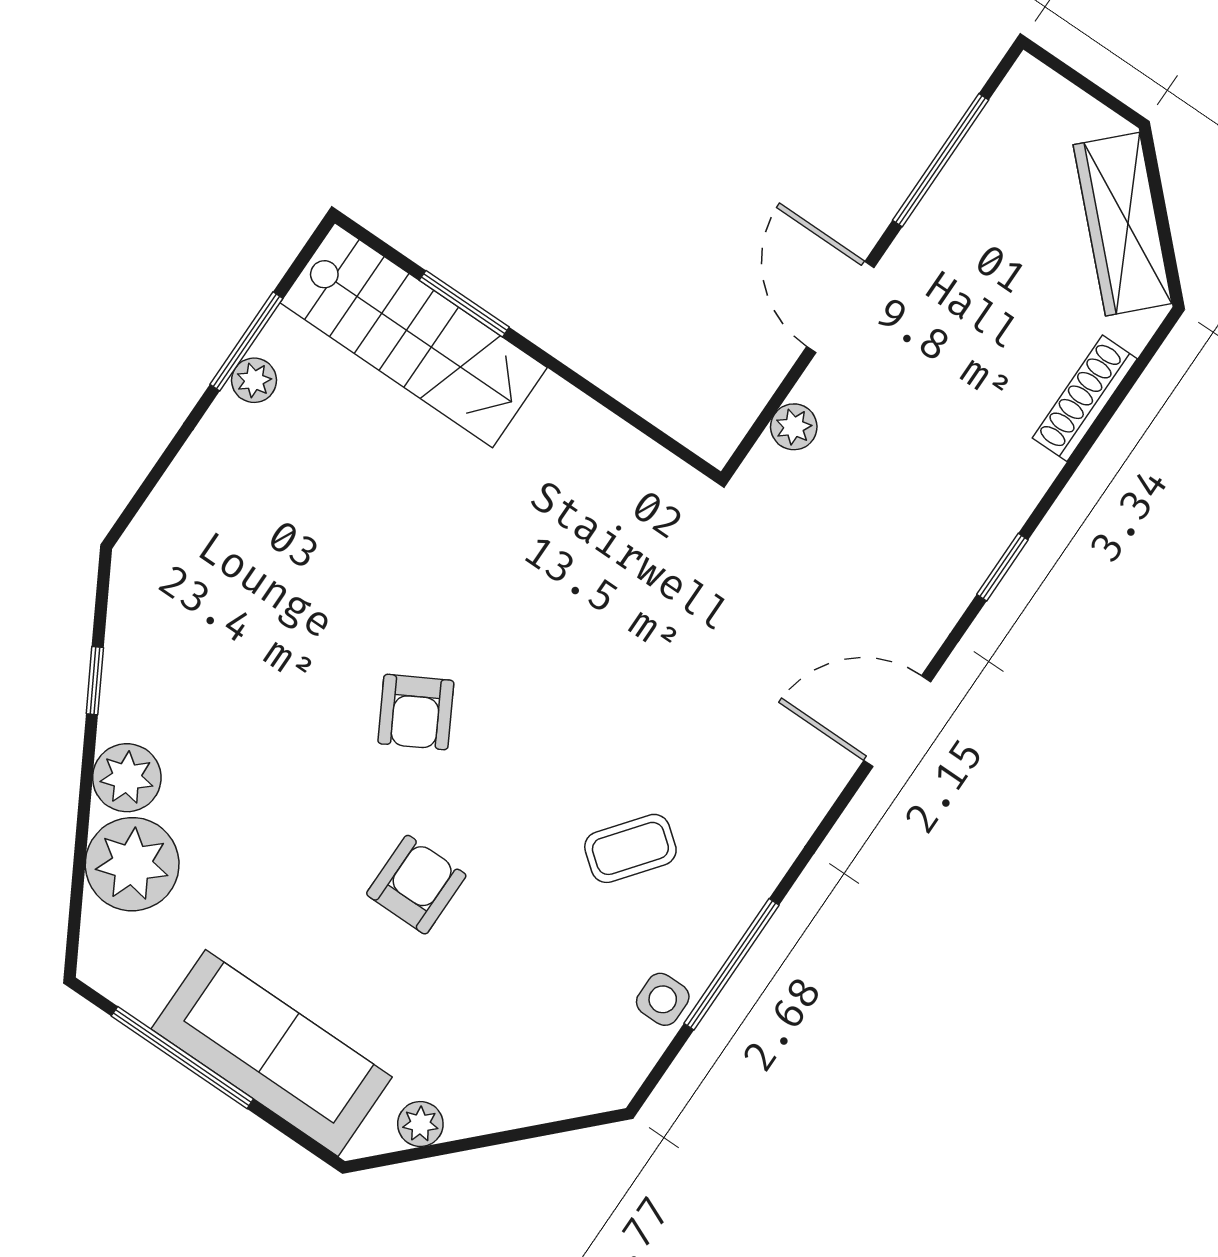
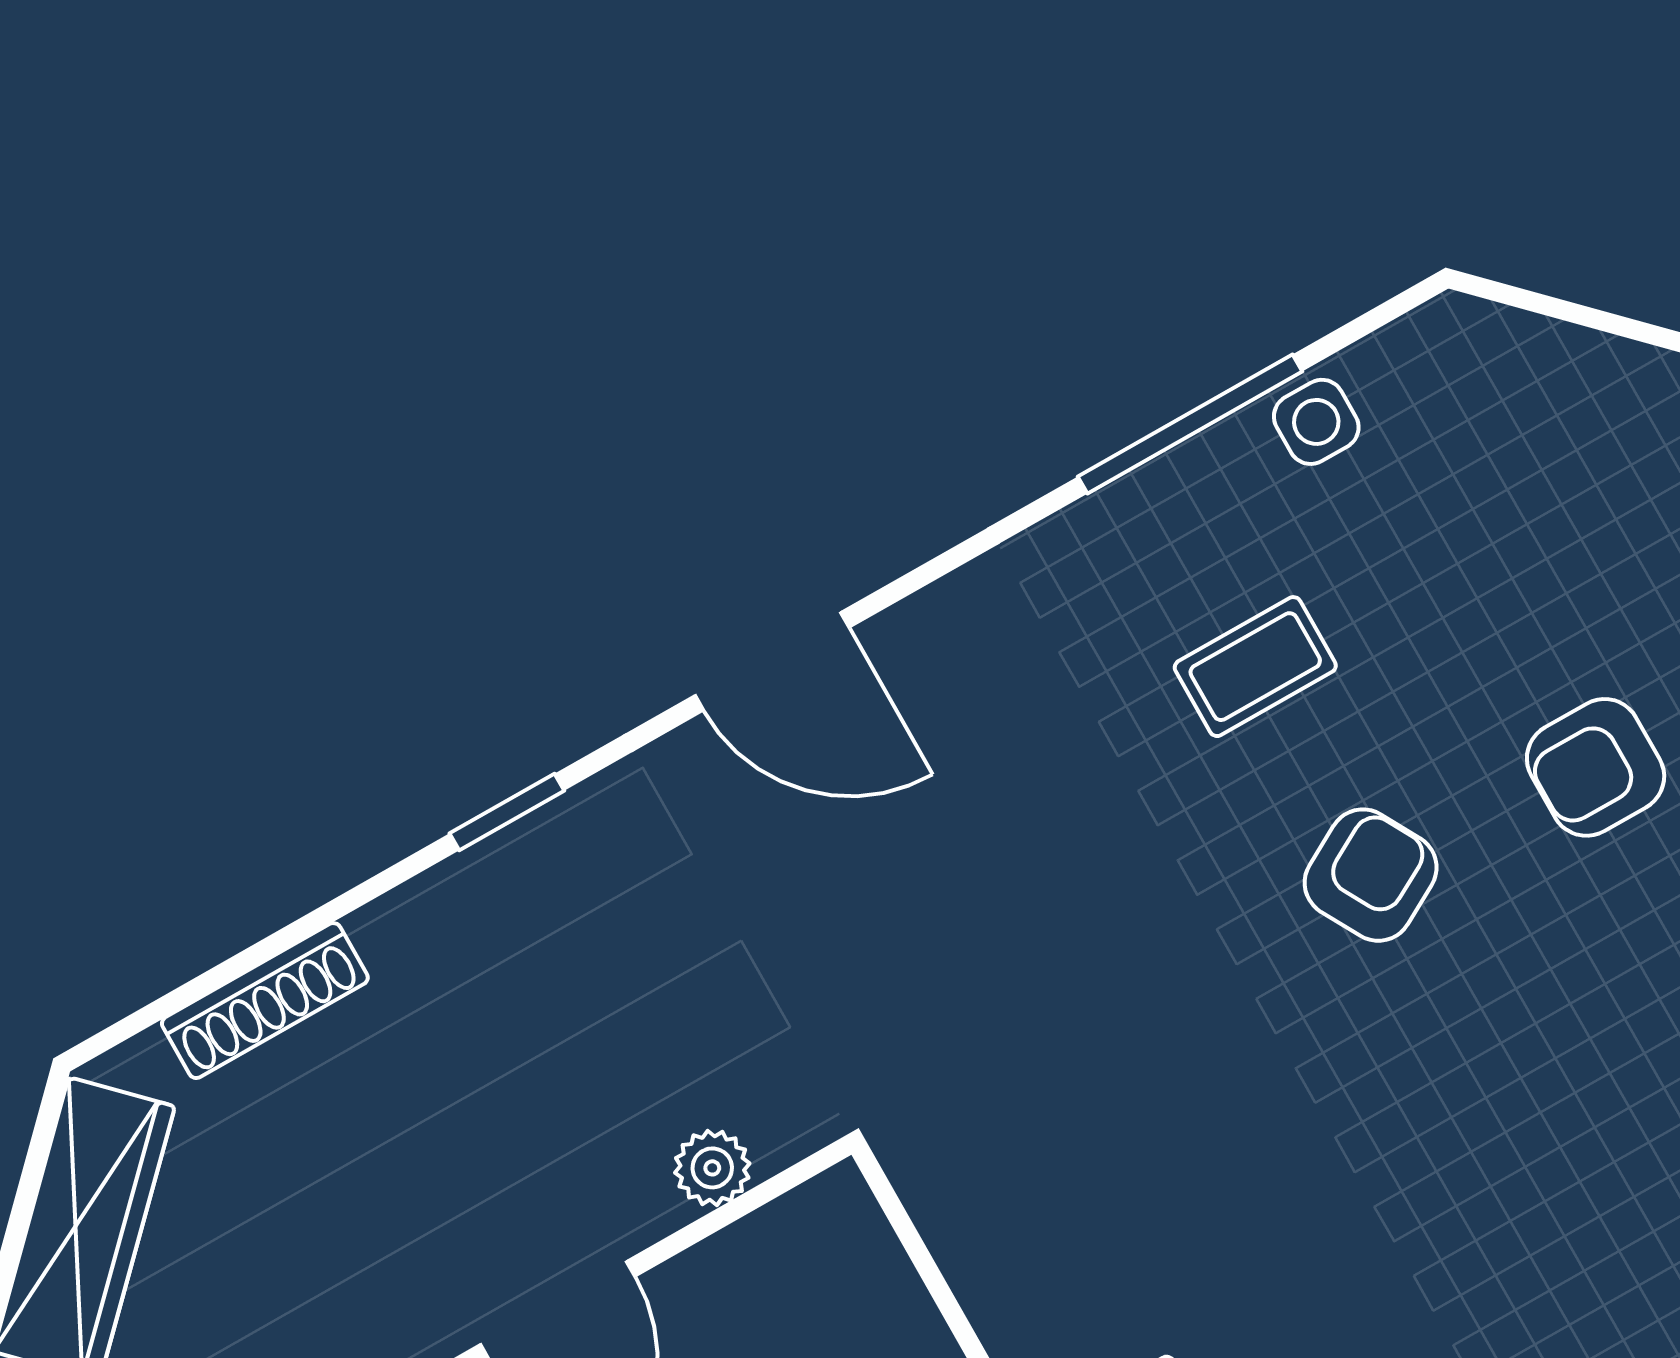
armchair: (416, 712) -> (1371, 875), moved
coffee table: (630, 848) -> (1255, 667), turned -38

